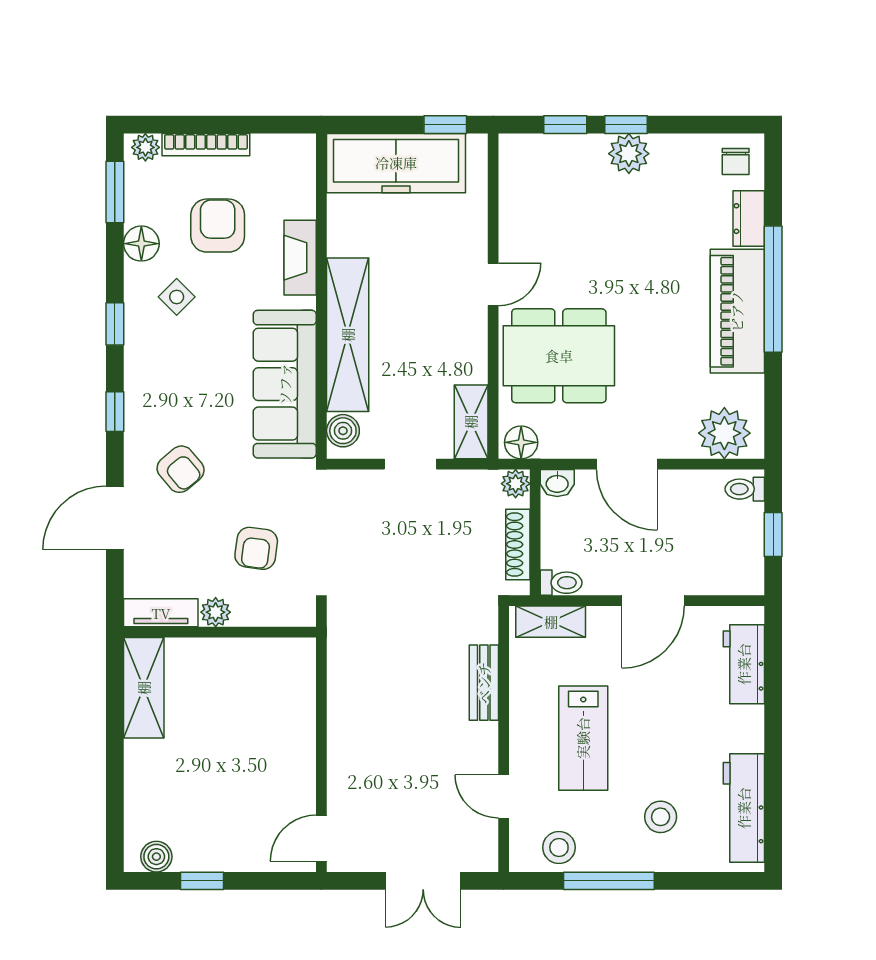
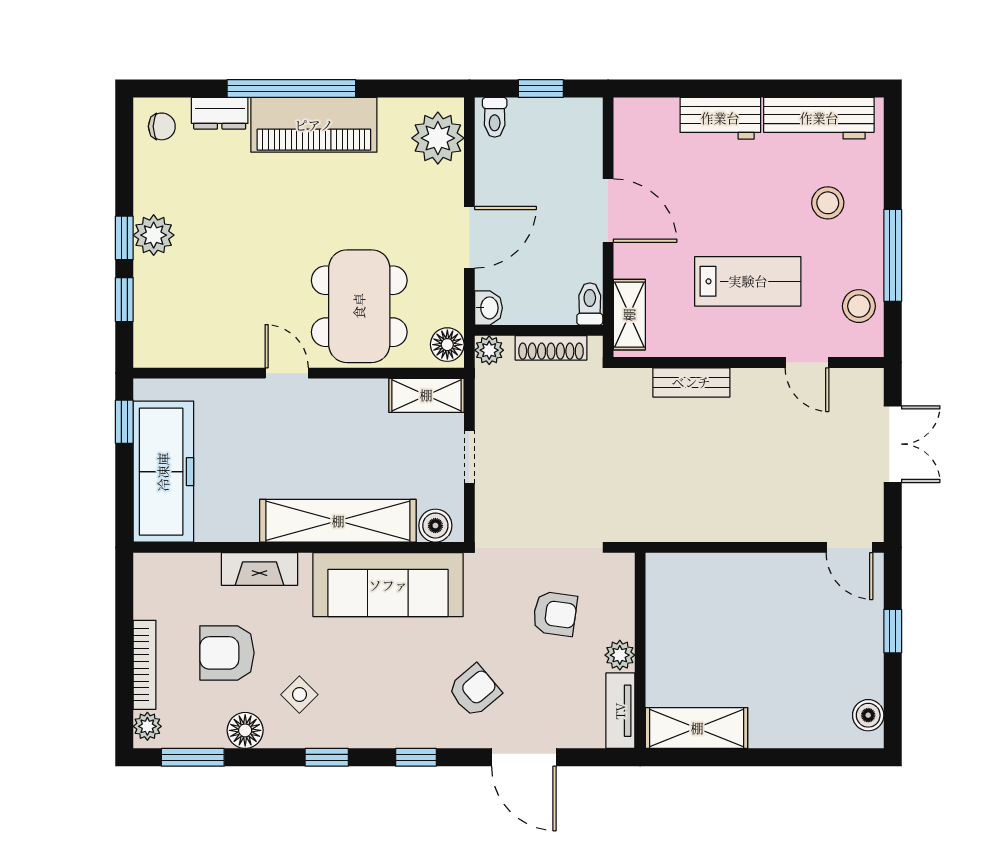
workbench: (744, 664) -> (720, 118), moved
door: (504, 796) -> (807, 362), hinge flipped
window: (202, 881) -> (893, 631), moved

